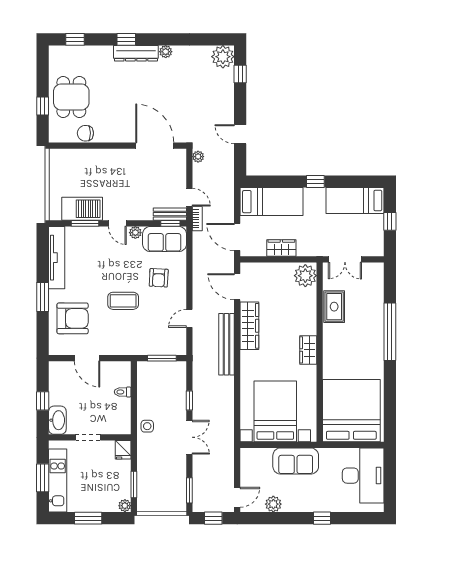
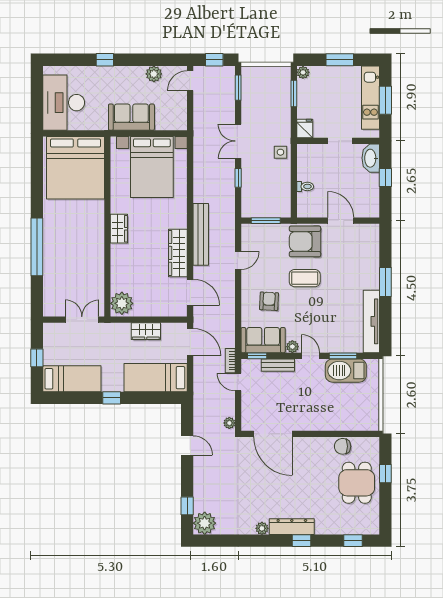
chair: (85, 133) -> (343, 446), turned 180
bench: (170, 214) -> (278, 365), moved
rug: (334, 307) -> (93, 272), removed
armchair: (73, 318) -> (305, 241), moved

